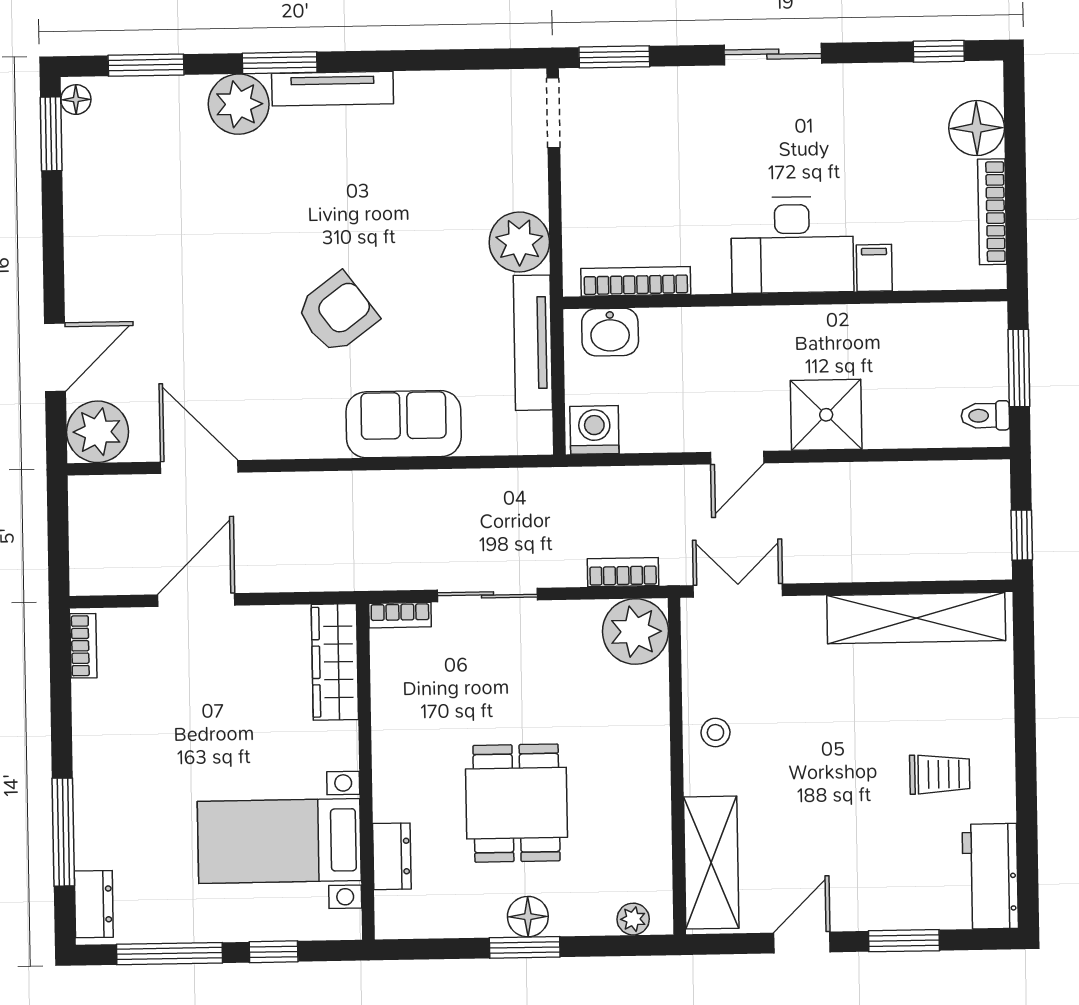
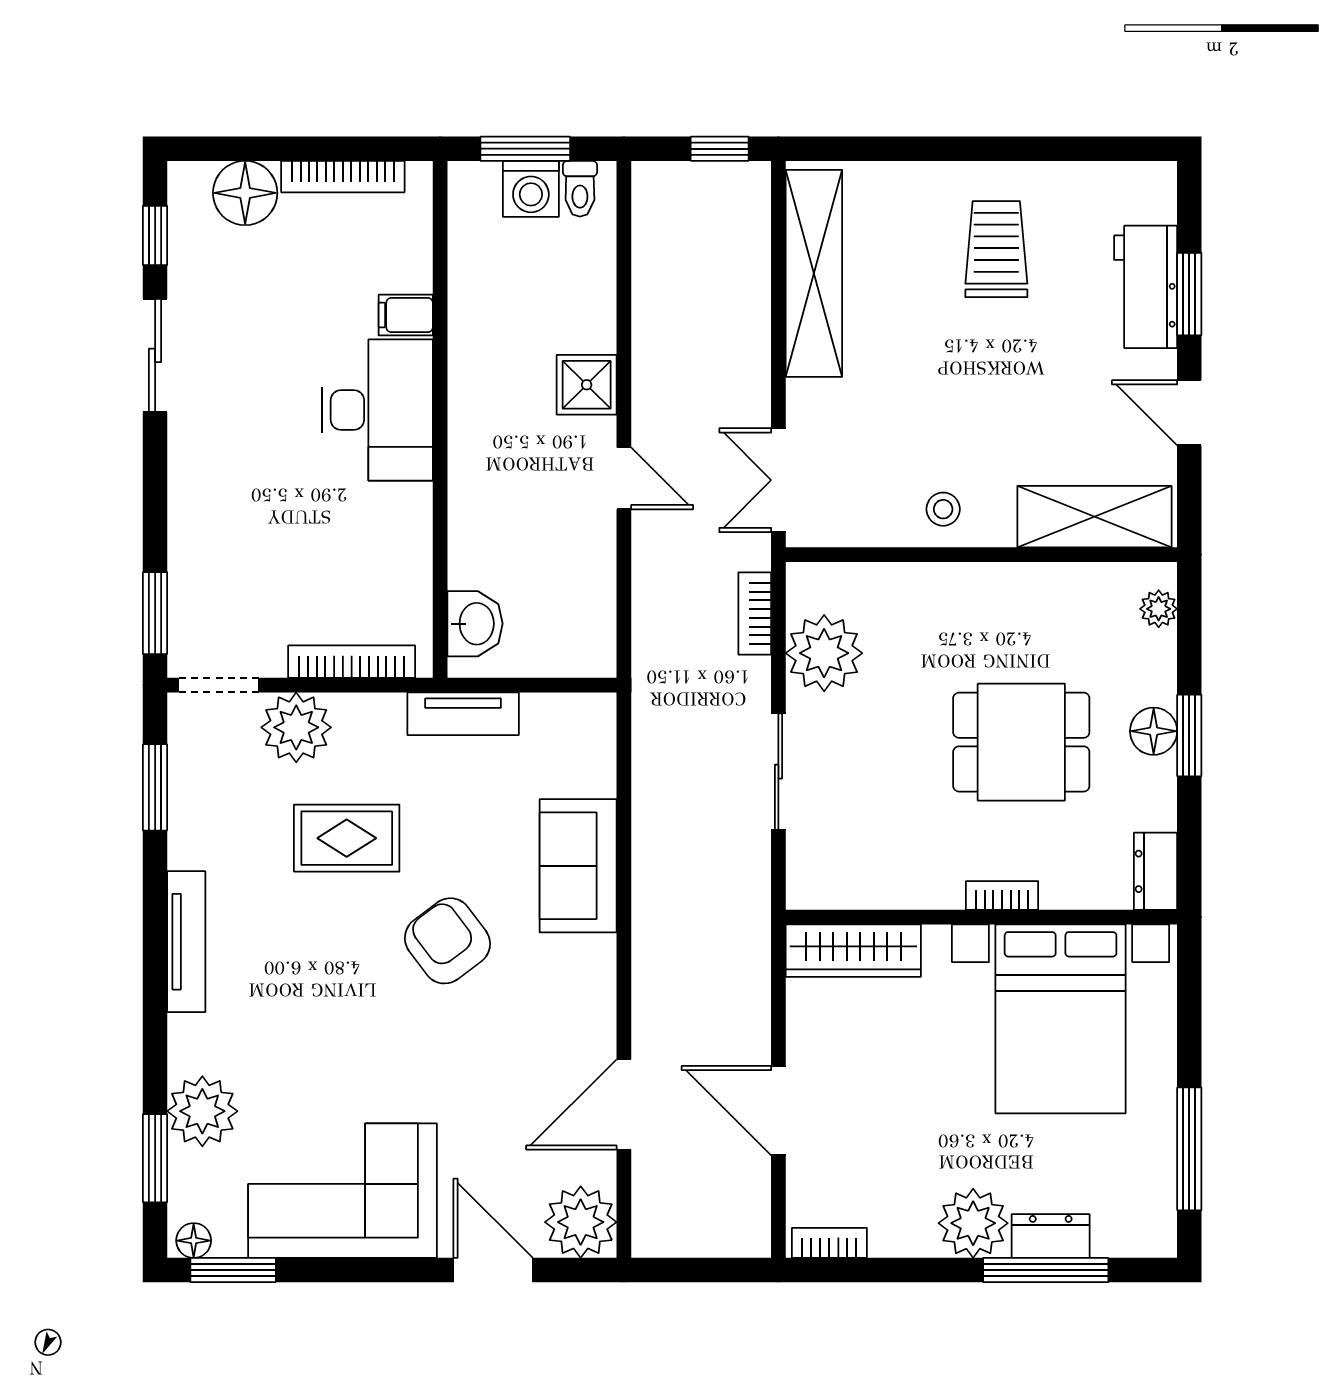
sliding door: (773, 54) -> (155, 355), moved
window: (280, 63) -> (155, 787), moved
plant: (239, 104) -> (202, 1111), moved
rug: (424, 225) -> (347, 838), added
corner sofa: (121, 227) -> (343, 1191), added
plant: (519, 242) -> (296, 727), moved
bookcase: (636, 281) -> (352, 662), moved, turned 90
tv unit: (533, 343) -> (463, 714), width x0.71
shower: (826, 415) -> (587, 385), width x0.73, depth x0.73
washing machine: (594, 430) -> (531, 189), moved, turned -90
bookcase: (400, 615) -> (1002, 896), moved, turned -90
plant: (635, 632) -> (824, 653), moved
plant: (102, 769) -> (973, 1223), added
trolley: (940, 774) -> (996, 249), width x1.36, depth x1.39
bed with nightstands: (279, 841) -> (1061, 1019), width x1.36
dresser: (392, 856) -> (1156, 871), moved, turned -90
workbench: (990, 876) -> (1146, 287), moved, turned 90
dresser: (94, 904) -> (1051, 1236), moved
window: (274, 952) -> (1189, 1028), removed

